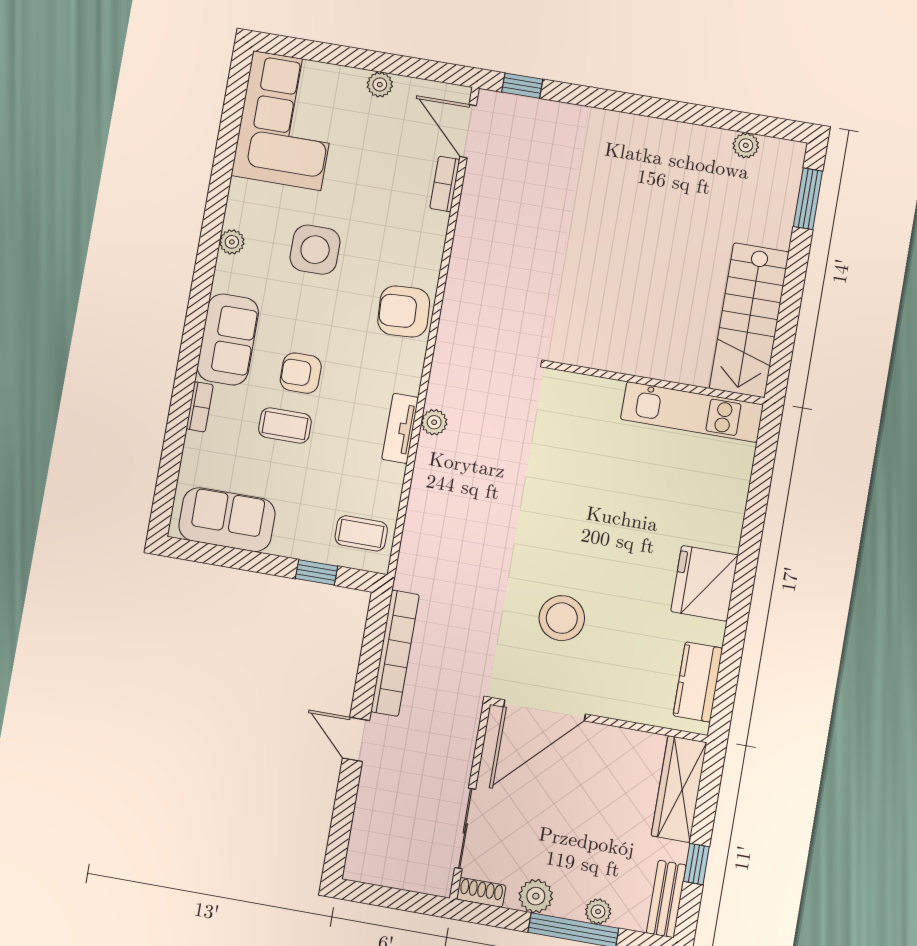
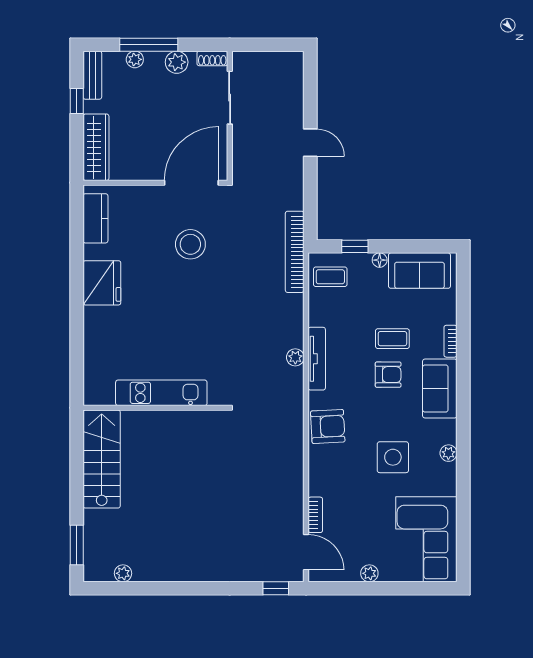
kitchen unit: (692, 412) -> (161, 393), moved
tv unit: (400, 428) -> (317, 359), width x1.41
floor lamp: (283, 546) -> (380, 260), added
bookcase: (395, 653) -> (295, 252), moved

